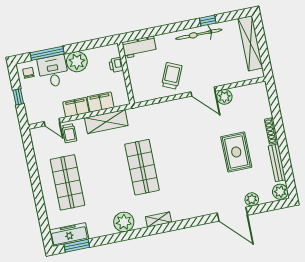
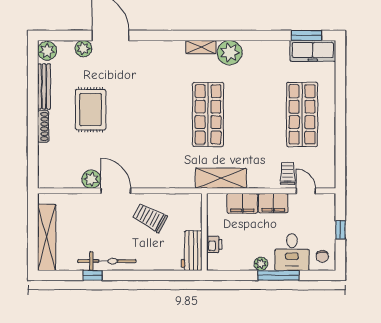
workbench: (139, 47) -> (192, 251), moved, turned -90
window: (47, 53) -> (278, 275), moved
plant: (77, 62) -> (261, 264), width x0.53, depth x0.53
trolley: (172, 76) -> (150, 217), turned 94
shelving: (106, 122) -> (221, 178), moved
plant: (124, 222) -> (230, 53), moved

